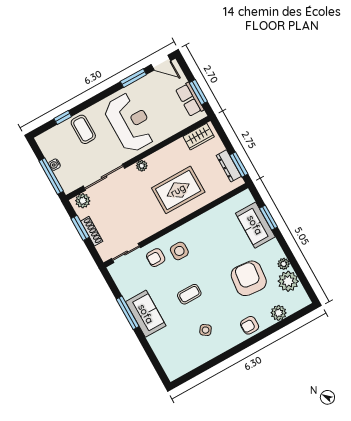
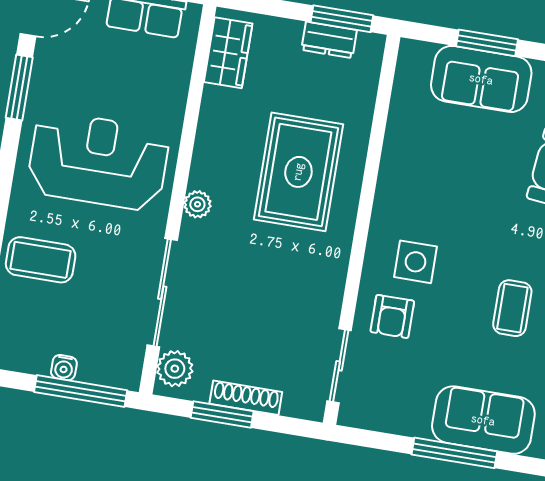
dresser: (229, 166) -> (329, 40), width x0.70

